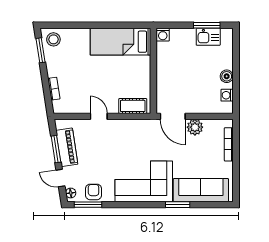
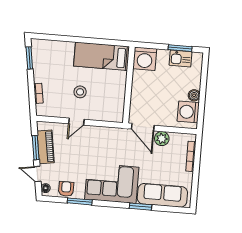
washing machine: (163, 35) -> (145, 59), width x1.89, depth x1.89
stool: (53, 39) -> (80, 92), moved
washing machine: (227, 95) -> (188, 112), width x1.89, depth x1.89
cot: (133, 106) -> (108, 115), removed
door: (99, 116) -> (76, 122), swing flipped
window: (88, 205) -> (80, 201), moved

